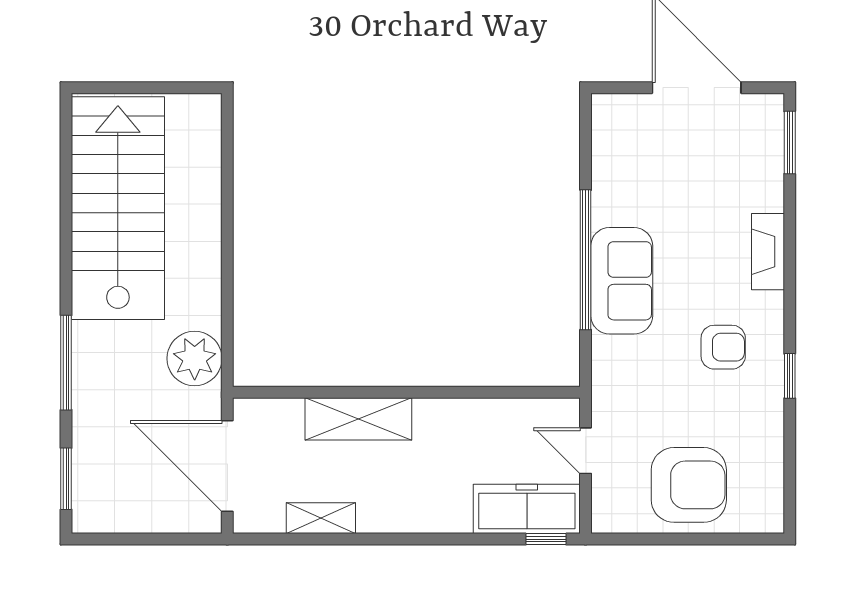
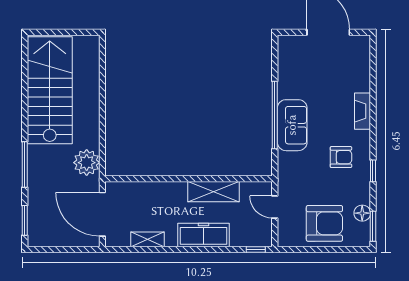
window: (790, 143) -> (373, 226), moved
shelving: (358, 419) -> (214, 192), moved
floor lamp: (767, 464) -> (362, 213), added
freezer: (527, 509) -> (203, 235), moved

